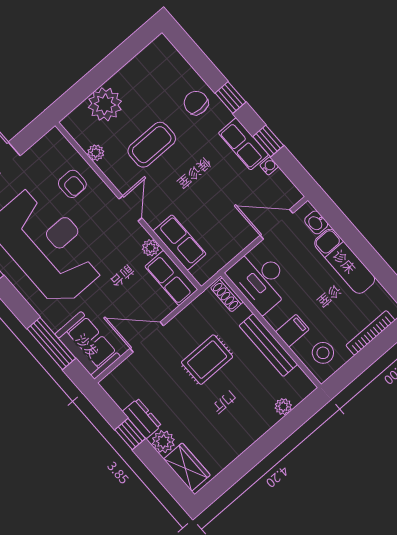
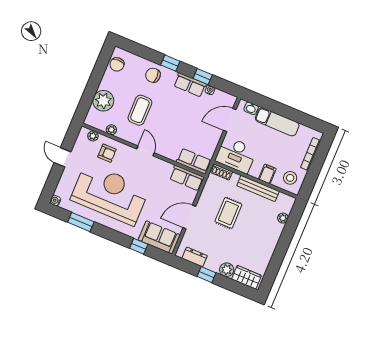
chair: (151, 61) -> (117, 64), added
row of seats: (180, 242) -> (194, 161), moved
plant: (150, 248) -> (93, 136), moved
window: (51, 343) -> (139, 246), width x0.46
dresser: (142, 419) -> (195, 257), moved

